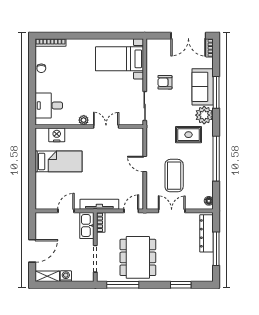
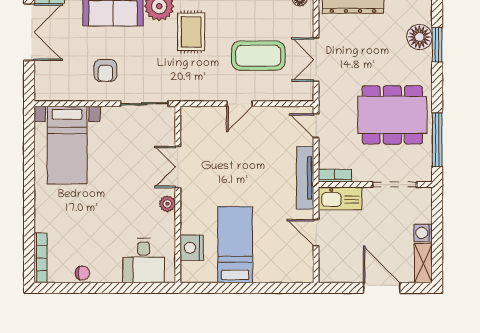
floor lamp: (185, 274) -> (419, 37), added

